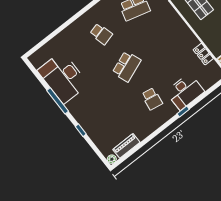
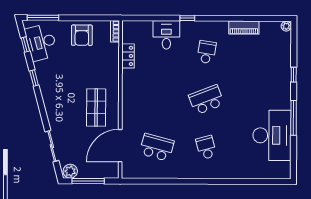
desk: (185, 92) -> (166, 35), width x0.73
piano: (126, 146) -> (244, 28), moved

